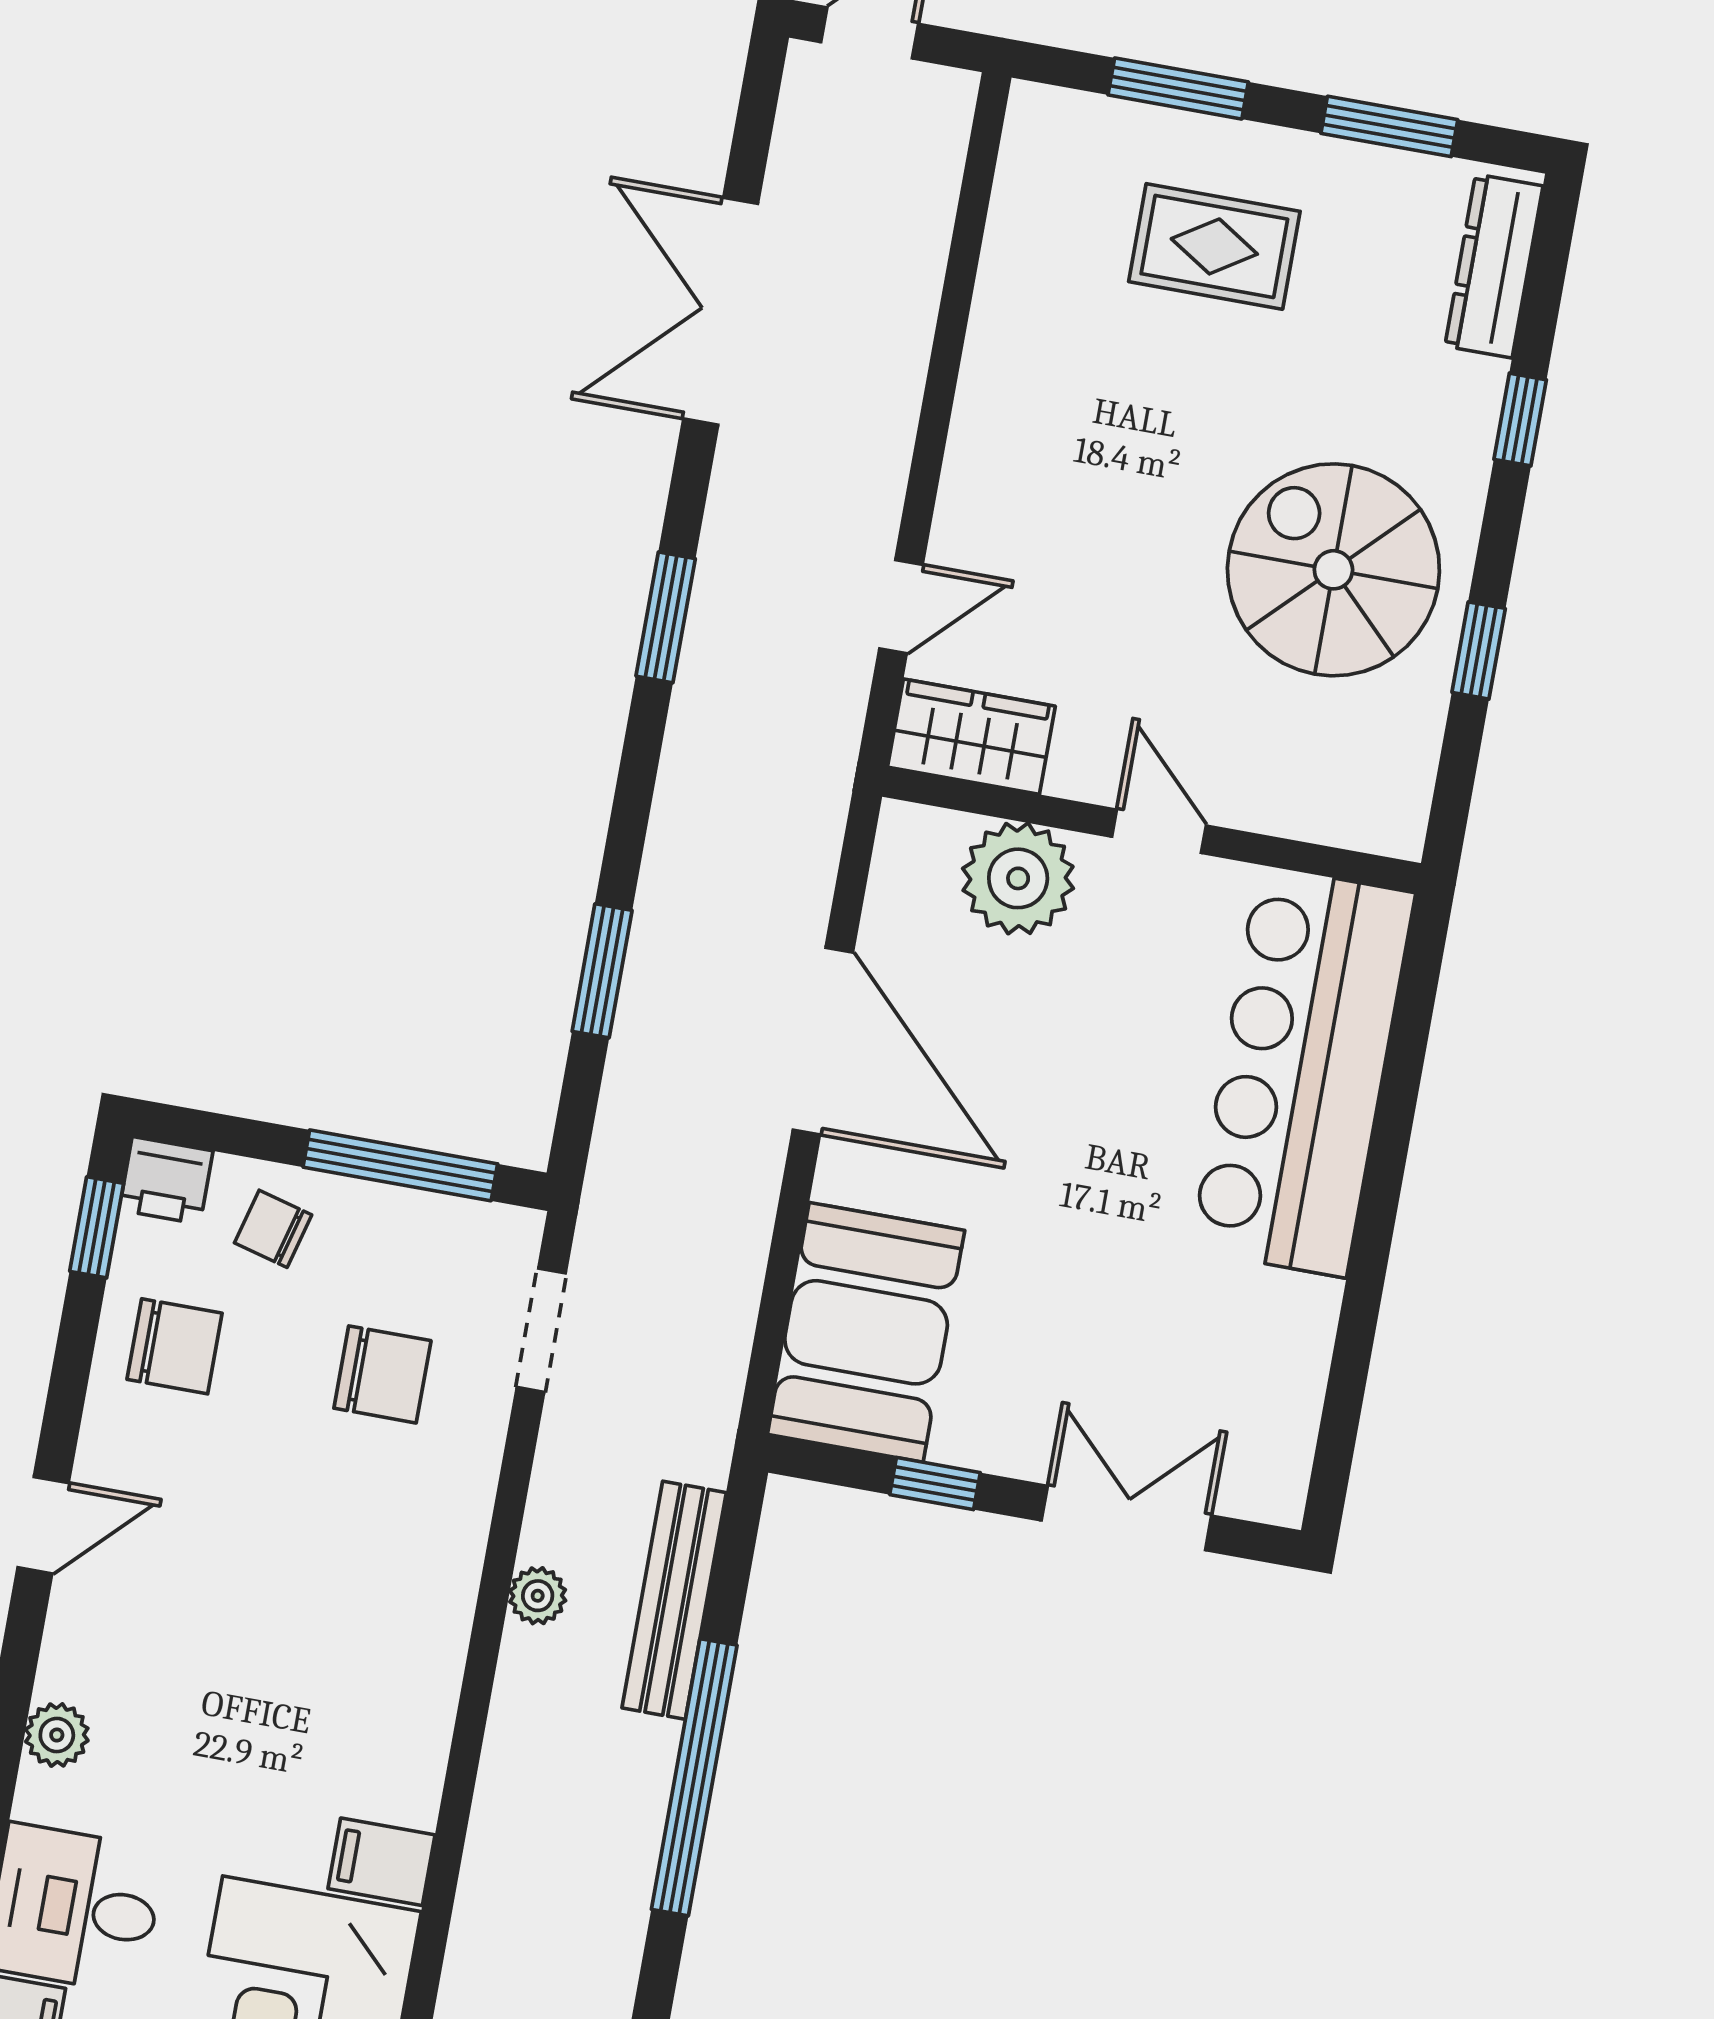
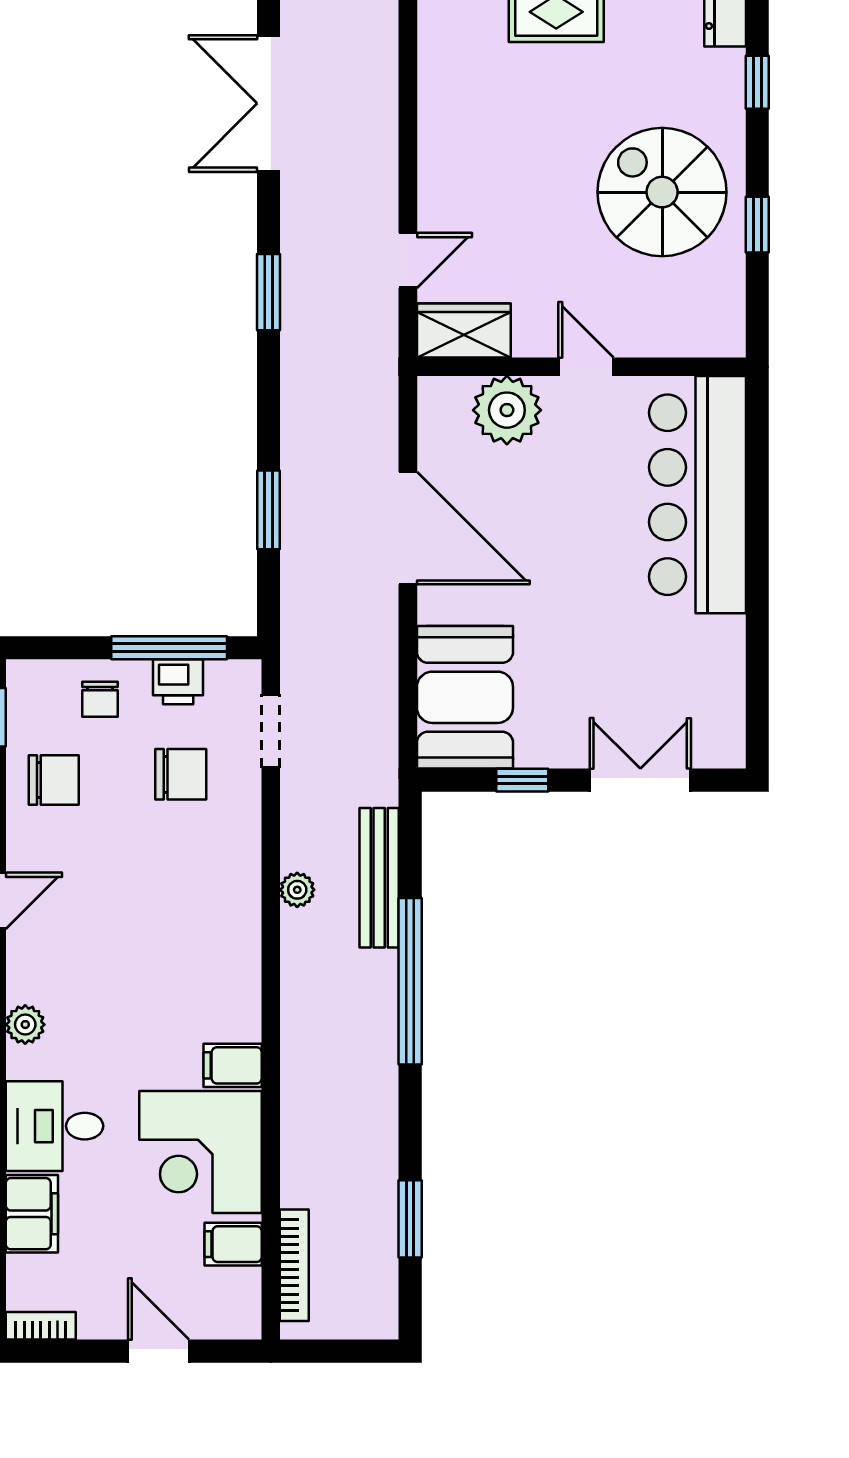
printer: (166, 1180) -> (178, 682), moved
chair: (273, 1229) -> (100, 699), turned -105

